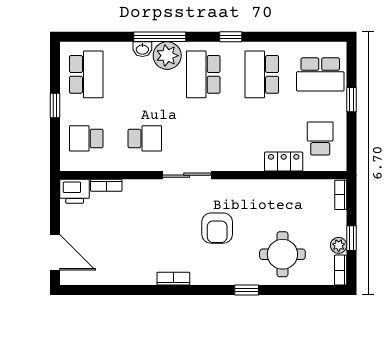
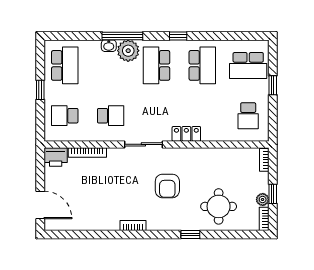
school desk: (262, 74) -> (202, 65), turned 180
school desk: (320, 138) -> (248, 116), turned 180
locker: (284, 162) -> (186, 134), moved
bookcase: (106, 185) -> (87, 152), width x1.56

